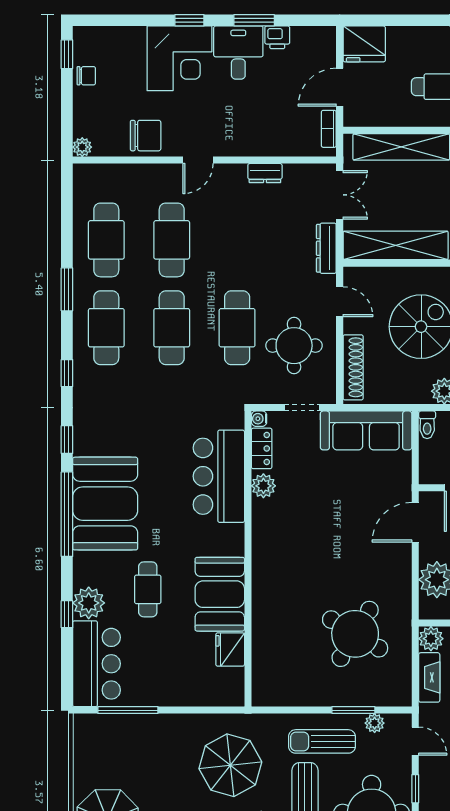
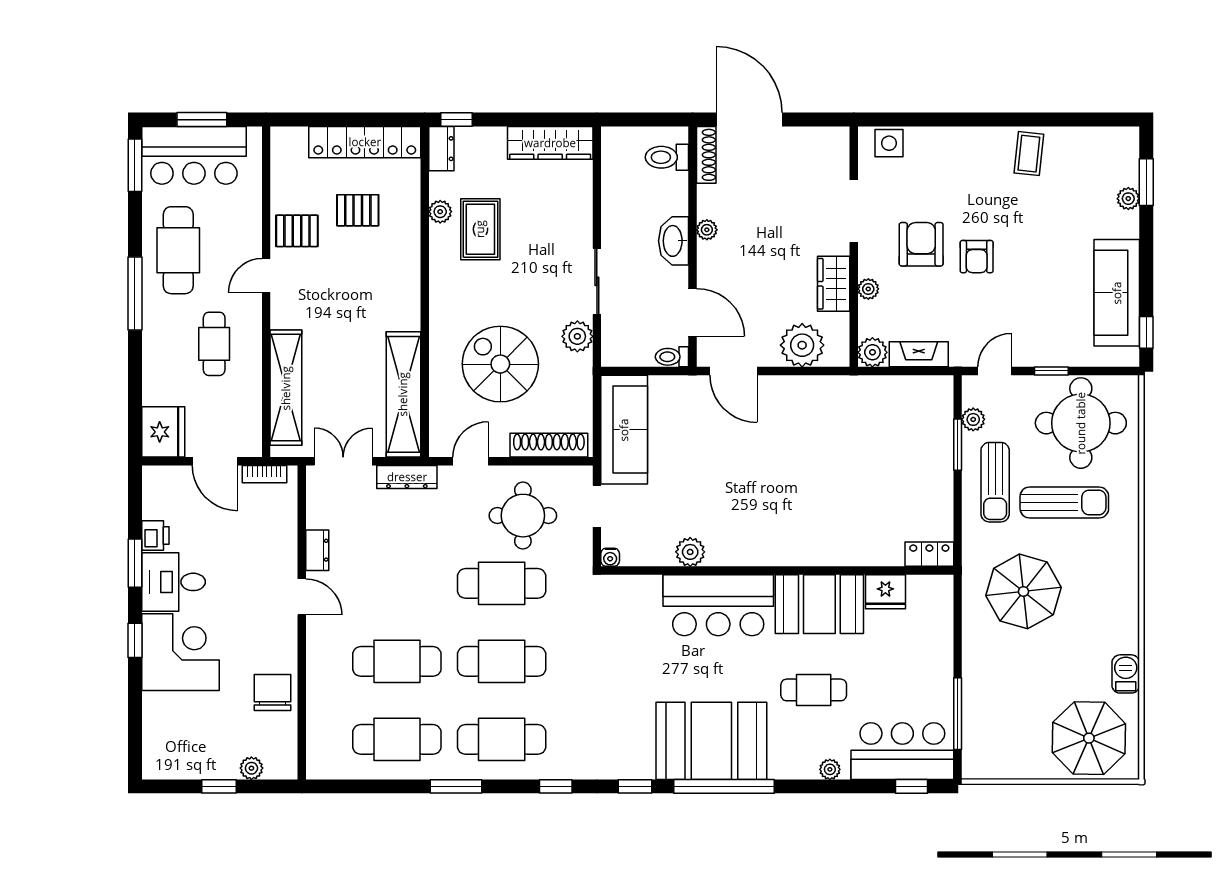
window: (67, 54) -> (219, 786), moved
chair: (86, 76) -> (201, 763), removed
plant: (82, 147) -> (251, 768), moved
door: (198, 160) -> (302, 597), moved
toilet: (427, 425) -> (672, 357), moved, turned 180
locker: (262, 448) -> (929, 554), moved
bar counter: (219, 476) -> (718, 605), moved
plant: (89, 603) -> (830, 769), width x0.53, depth x0.53
window: (67, 614) -> (912, 786), moved
round table: (355, 634) -> (867, 443), removed

